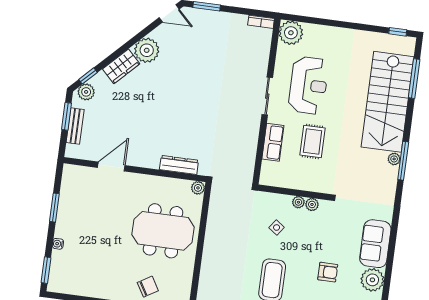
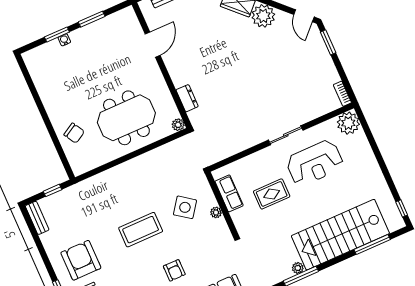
row of seats: (273, 142) -> (229, 193), moved, turned -90
dresser: (179, 165) -> (187, 98), width x0.70
door: (111, 166) -> (153, 45), hinge flipped
plant: (312, 204) -> (221, 224), removed
side table: (277, 227) -> (185, 207), width x1.87, depth x1.87
meeting table: (163, 231) -> (126, 118), turned 90
window: (46, 270) -> (57, 34), moved

